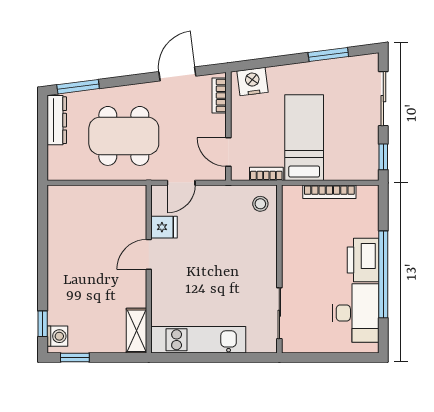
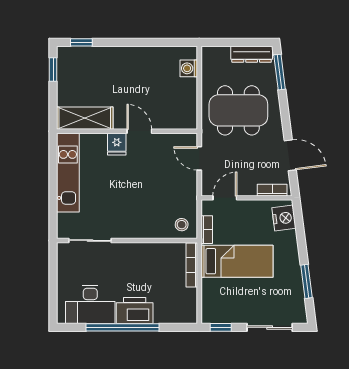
dining table: (124, 136) -> (238, 110), turned 90
bookcase: (329, 192) -> (192, 265), moved
fridge: (164, 227) -> (117, 144), moved
shelving: (136, 331) -> (85, 118), width x1.50, depth x1.33
washing machine: (57, 336) -> (189, 68), moved, turned 90

